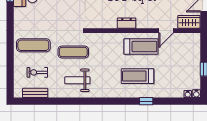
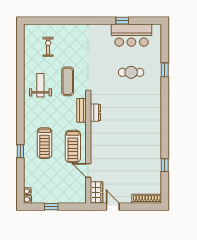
dresser: (126, 23) -> (95, 113), moved
exercise mat: (33, 45) -> (74, 43), removed
treadmill: (138, 76) -> (45, 143), turned 180
bench: (35, 93) -> (81, 110), moved

